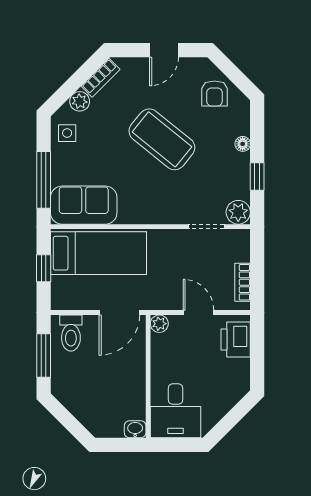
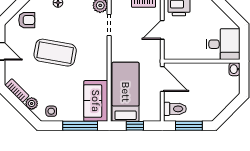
coffee table: (162, 139) -> (55, 53), turned 61
plant: (159, 324) -> (169, 54), removed

